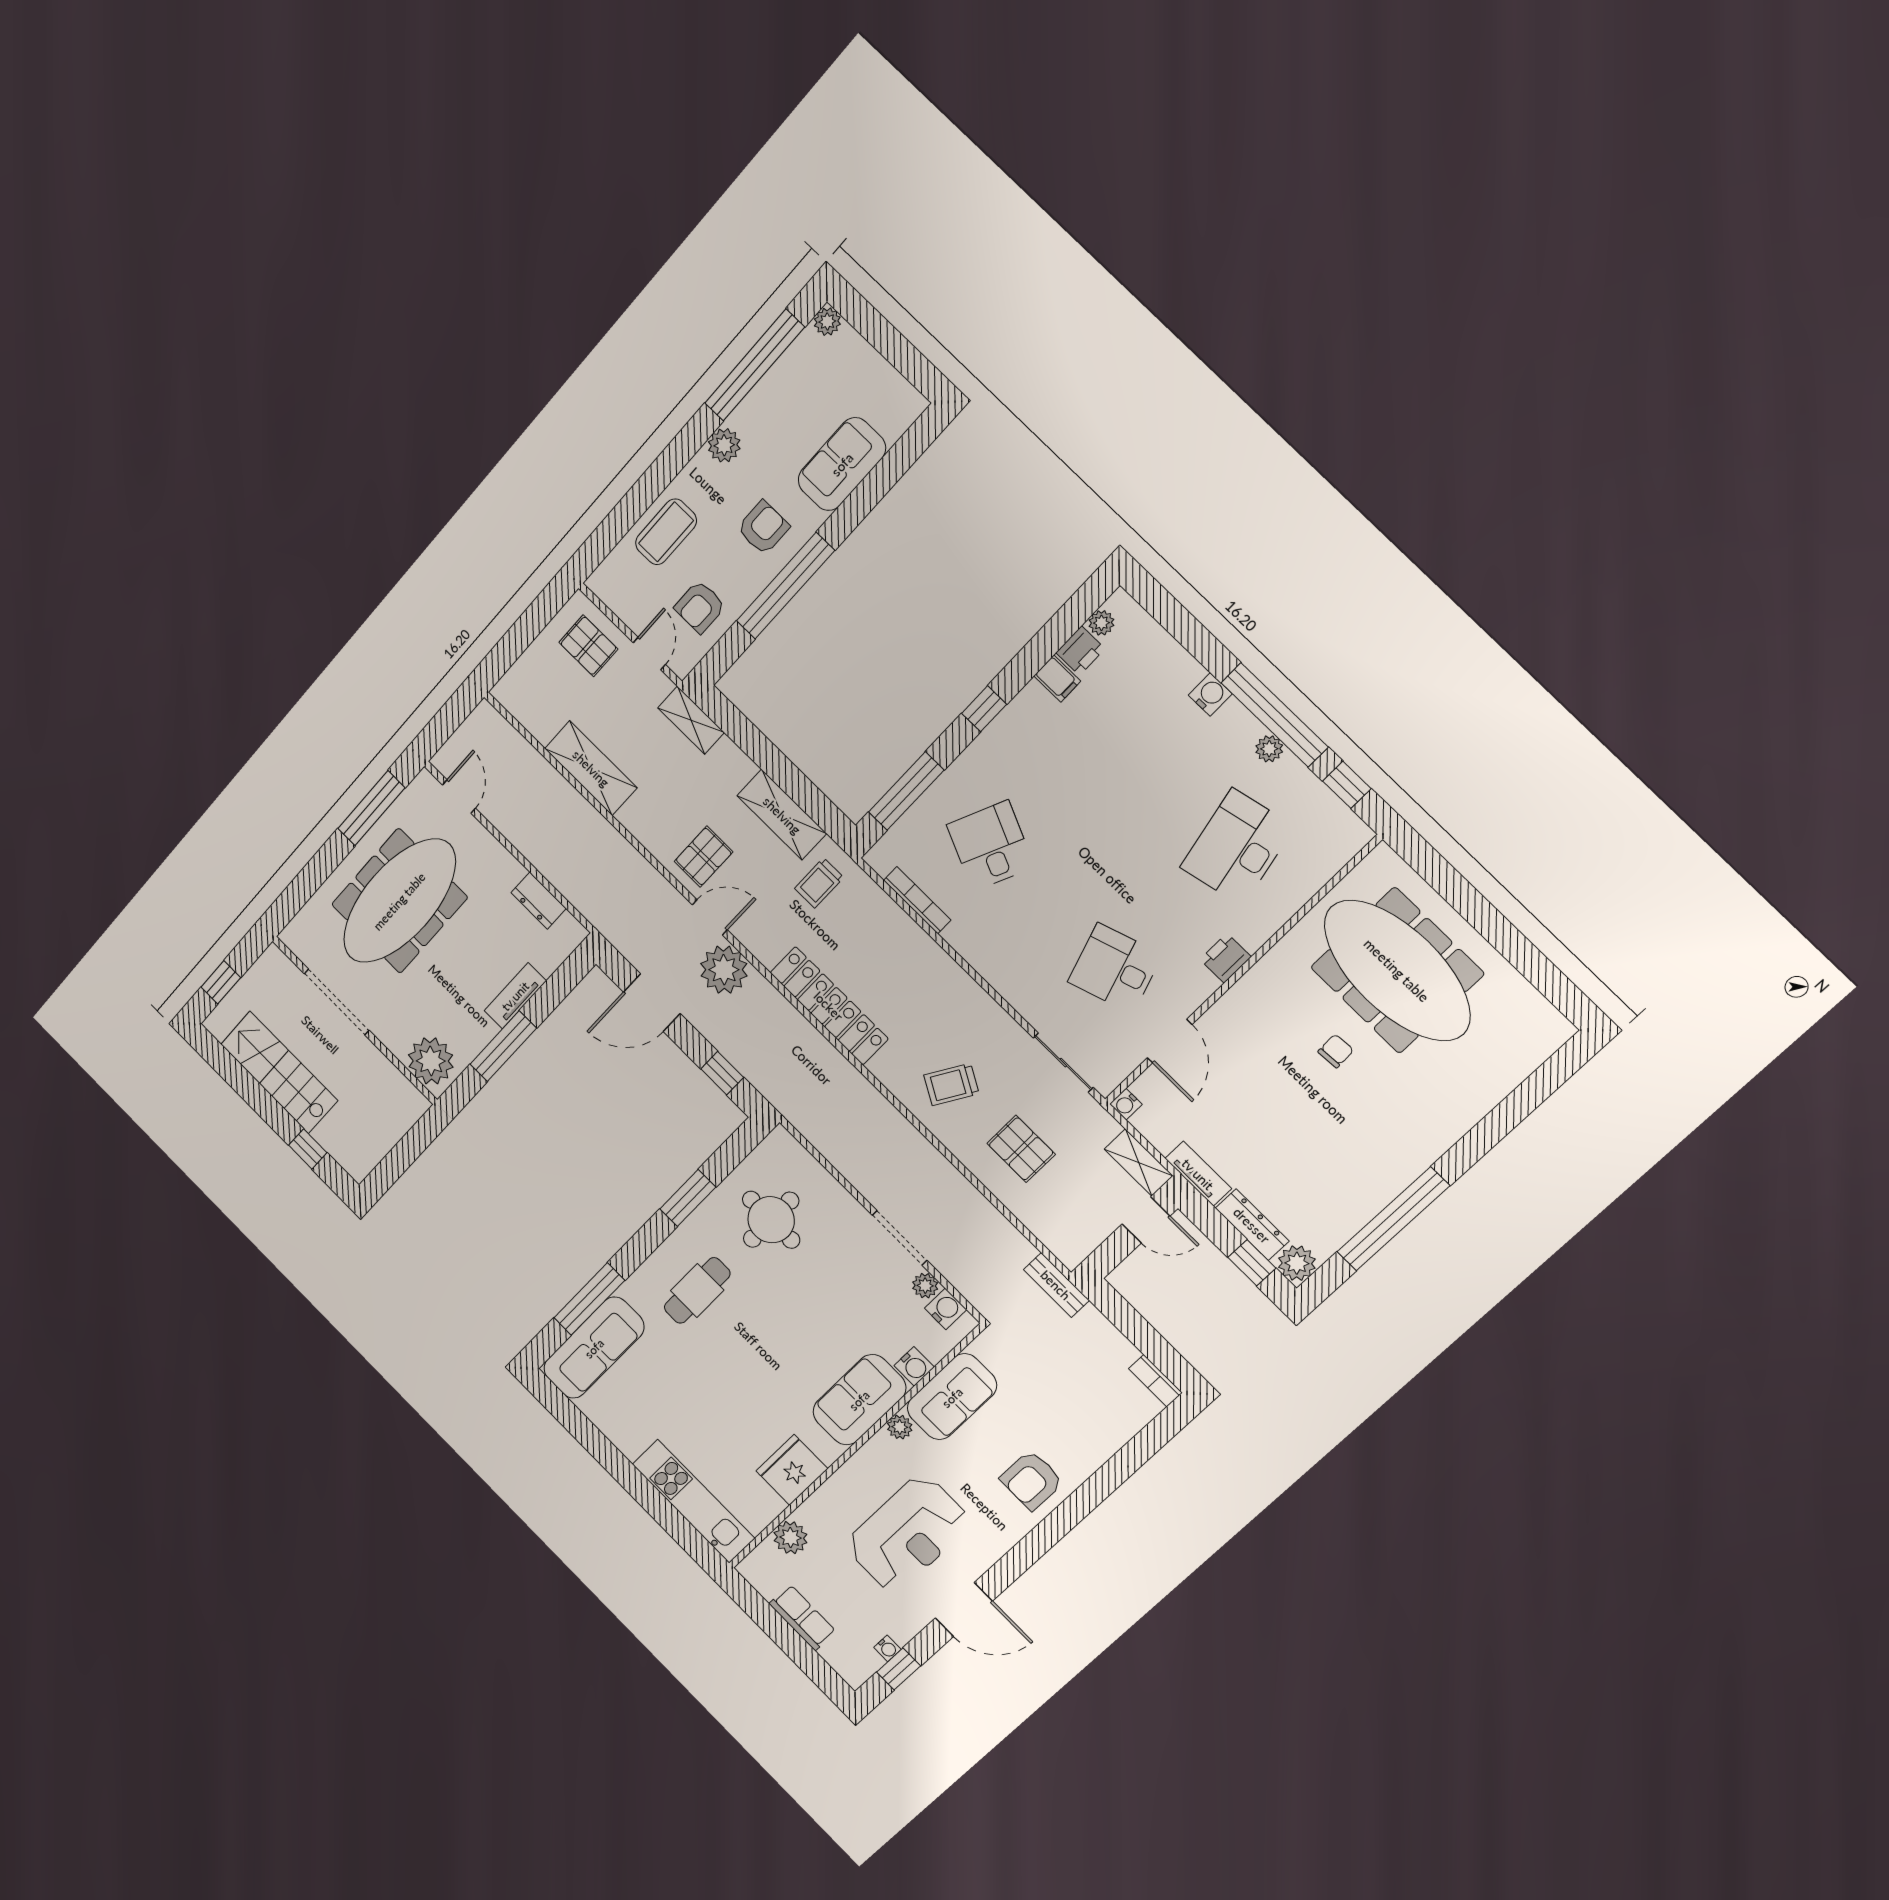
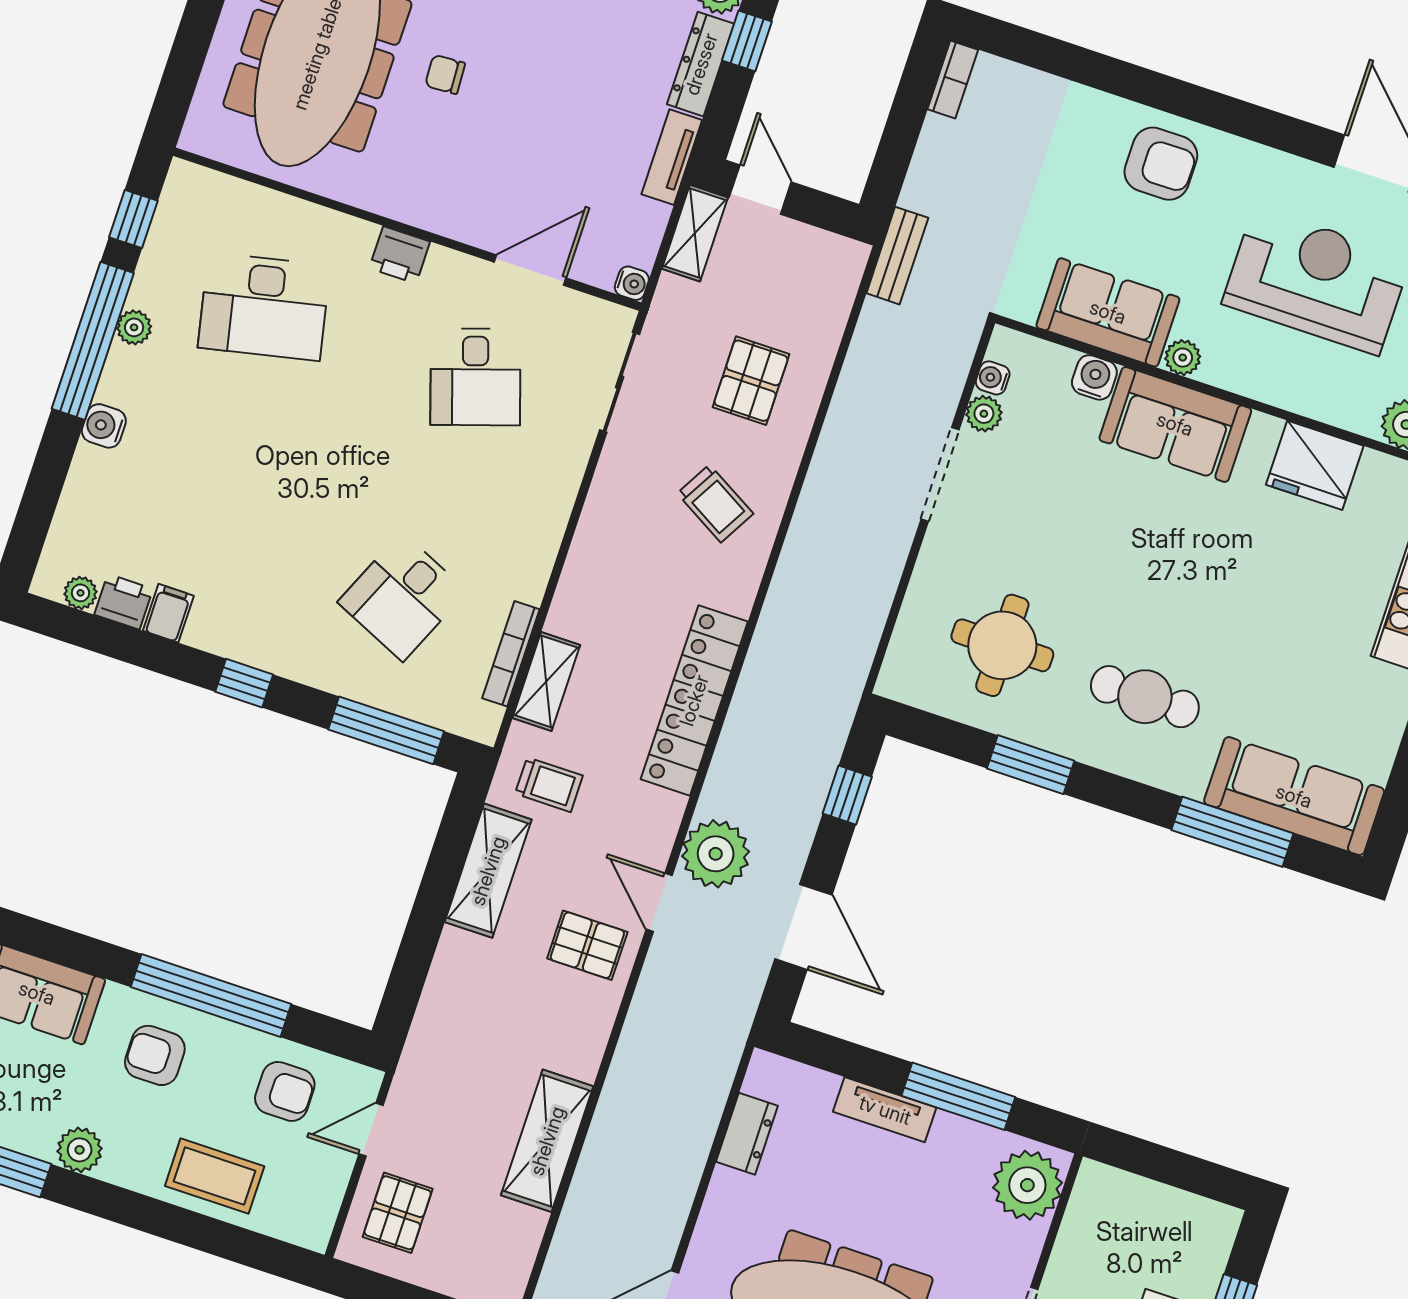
shelving: (691, 720) -> (546, 681), moved
water cooler: (946, 1309) -> (993, 378), width x0.72, depth x0.72

